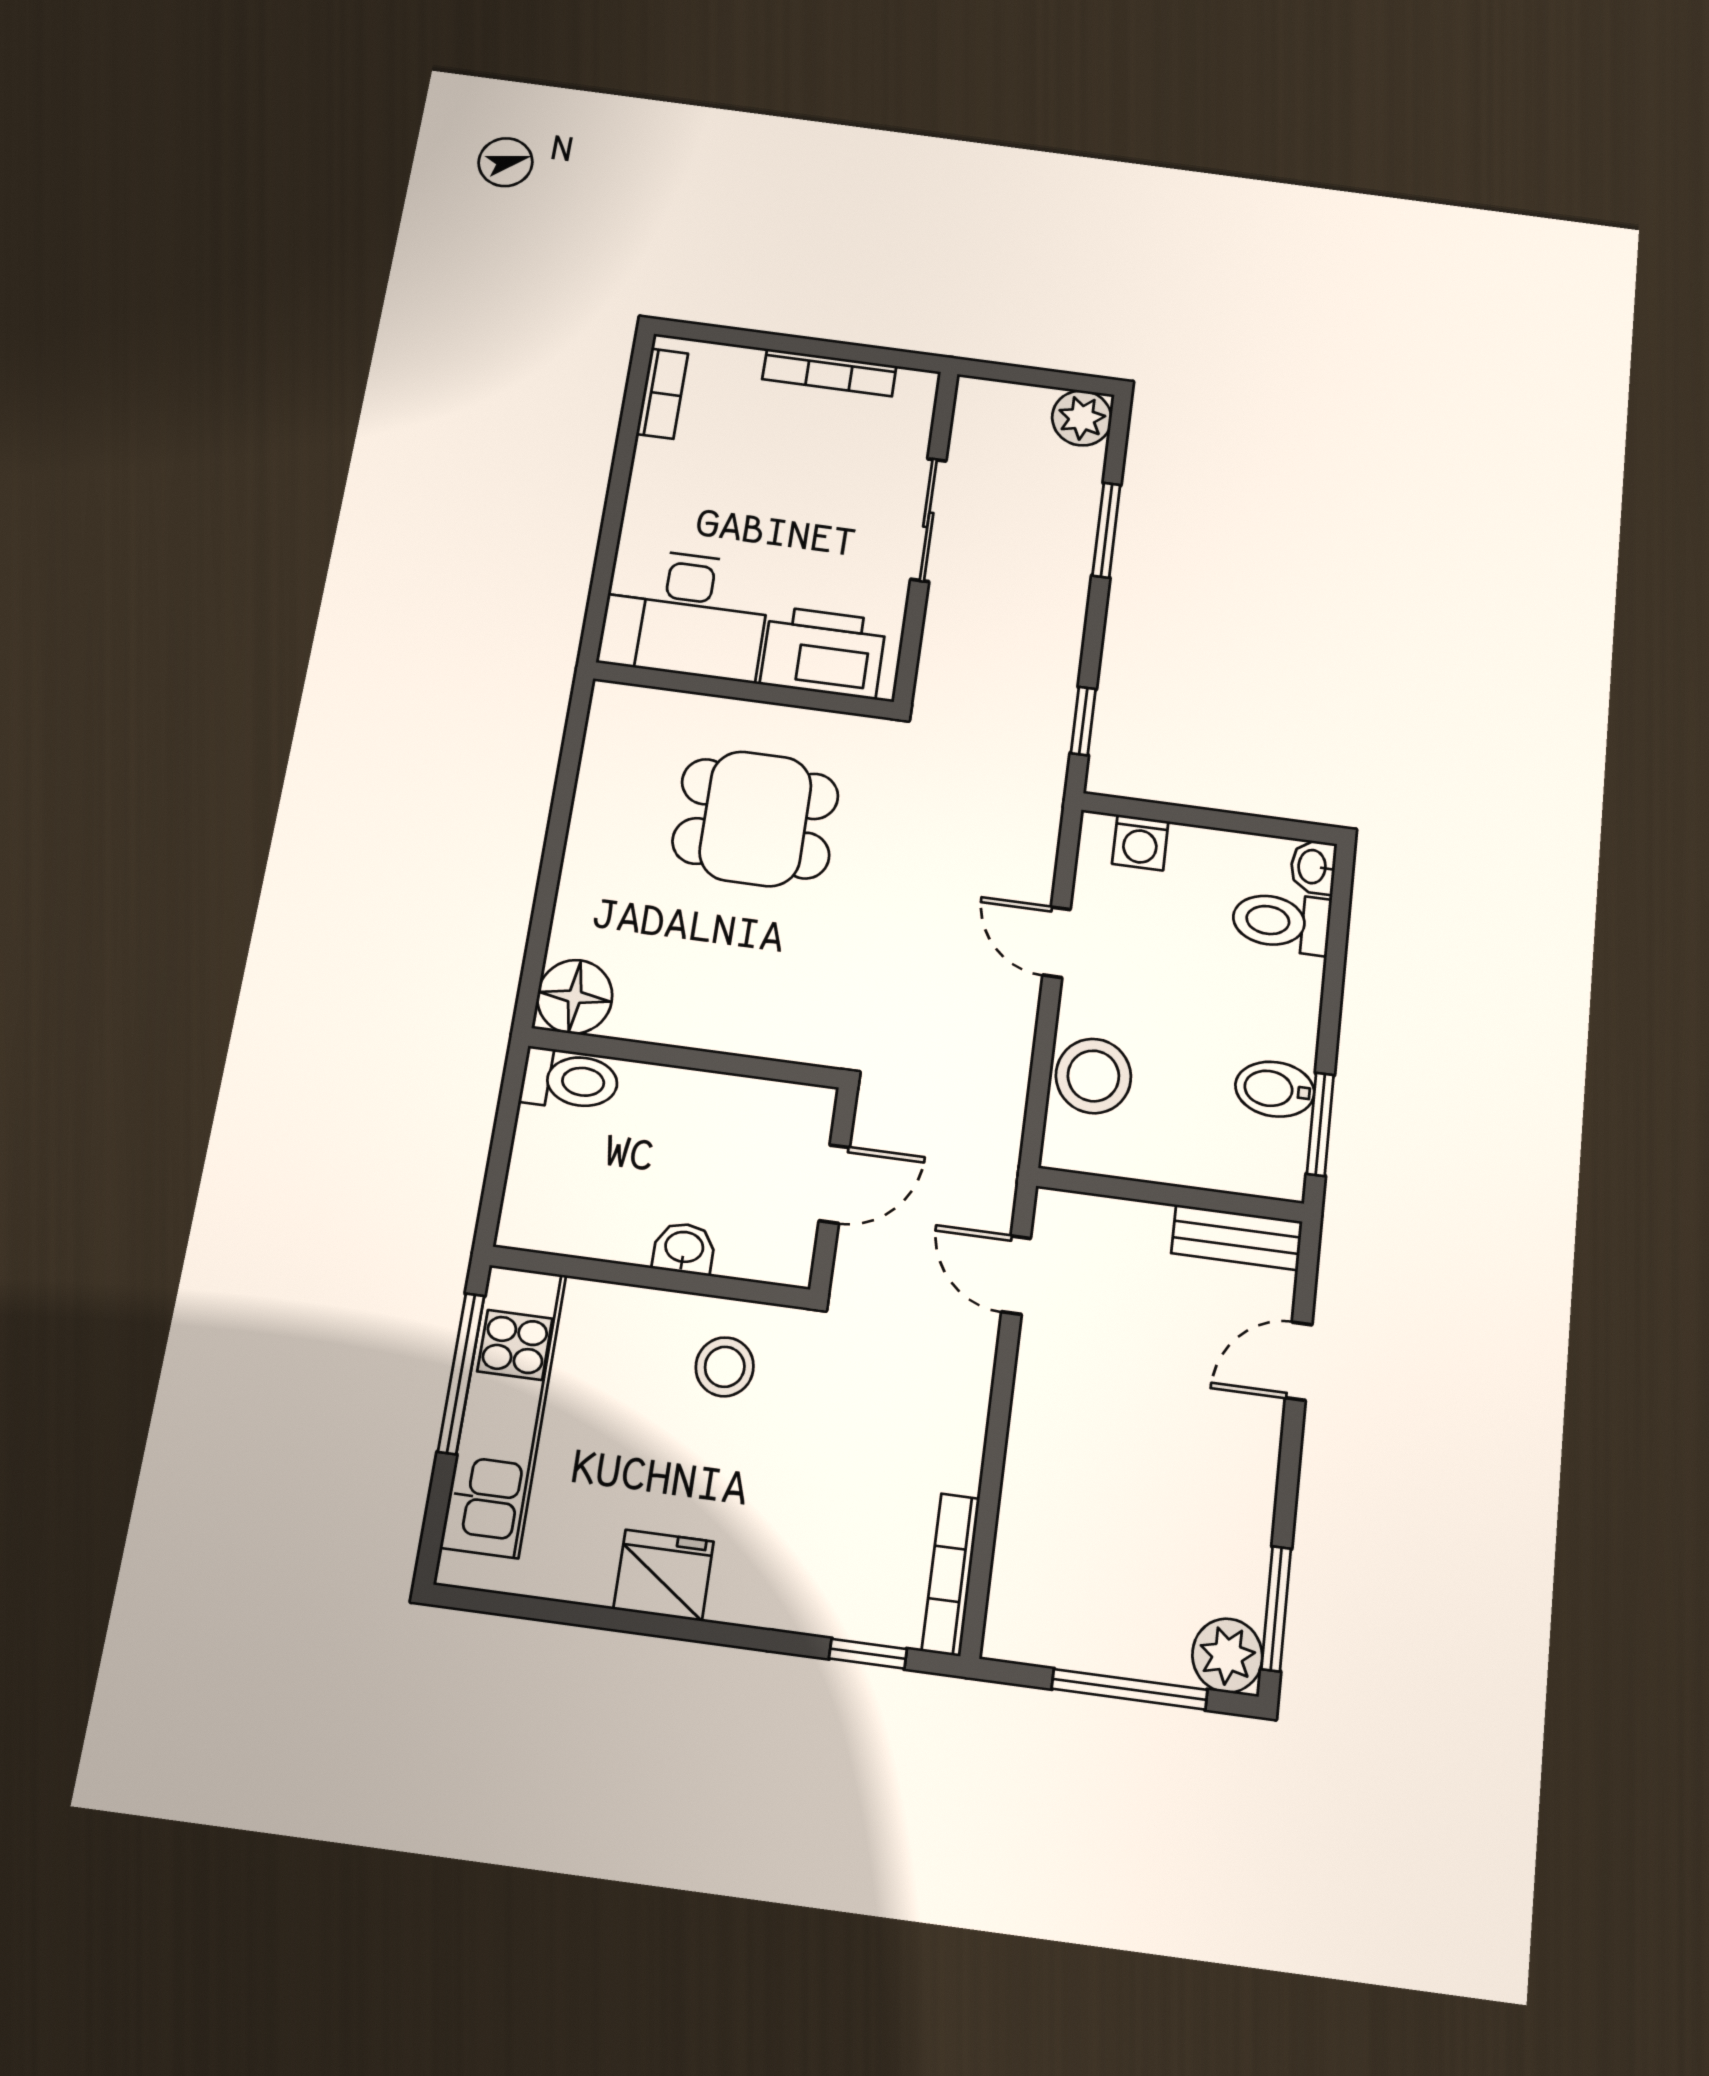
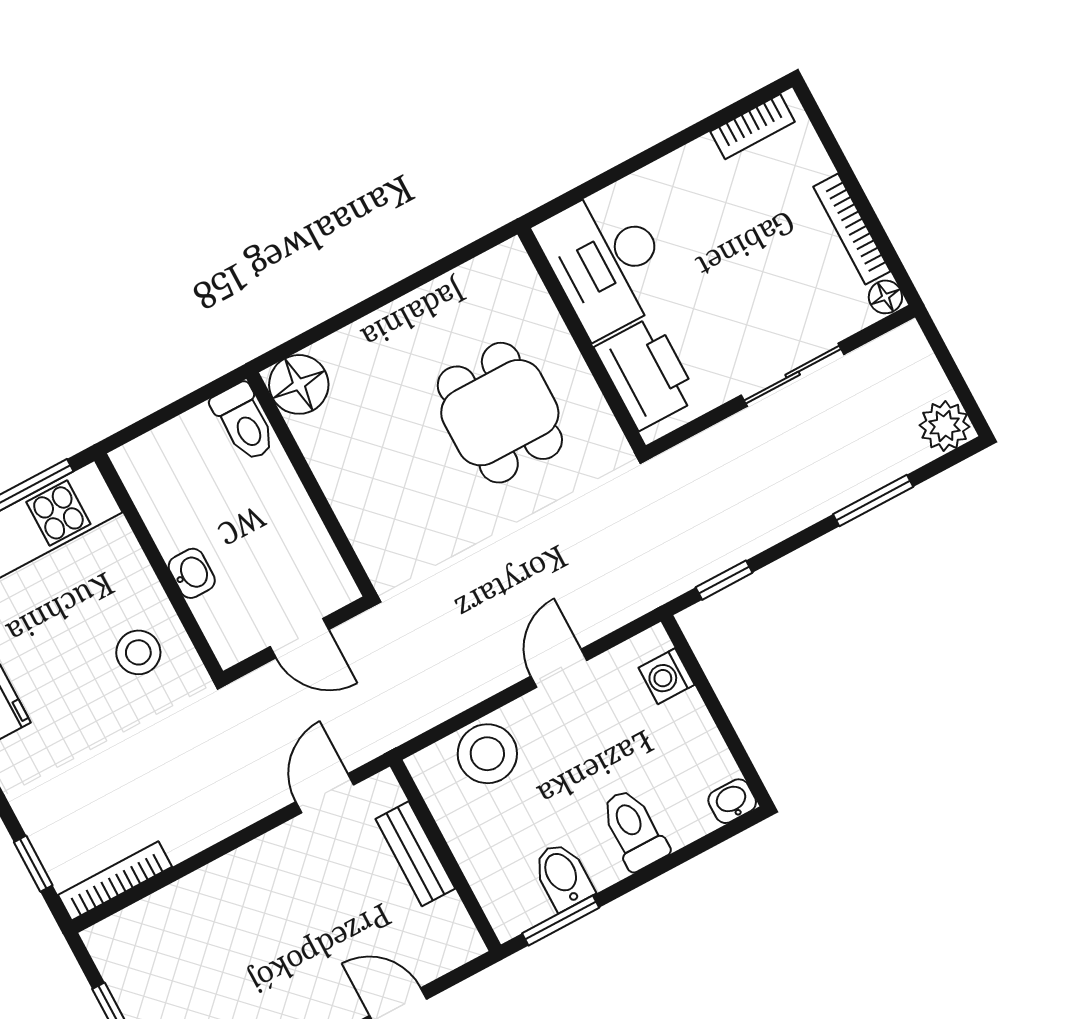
floor lamp: (918, 387) -> (885, 297), added
toilet: (1281, 922) -> (634, 829), moved
bench: (1237, 1237) -> (415, 854), moved

